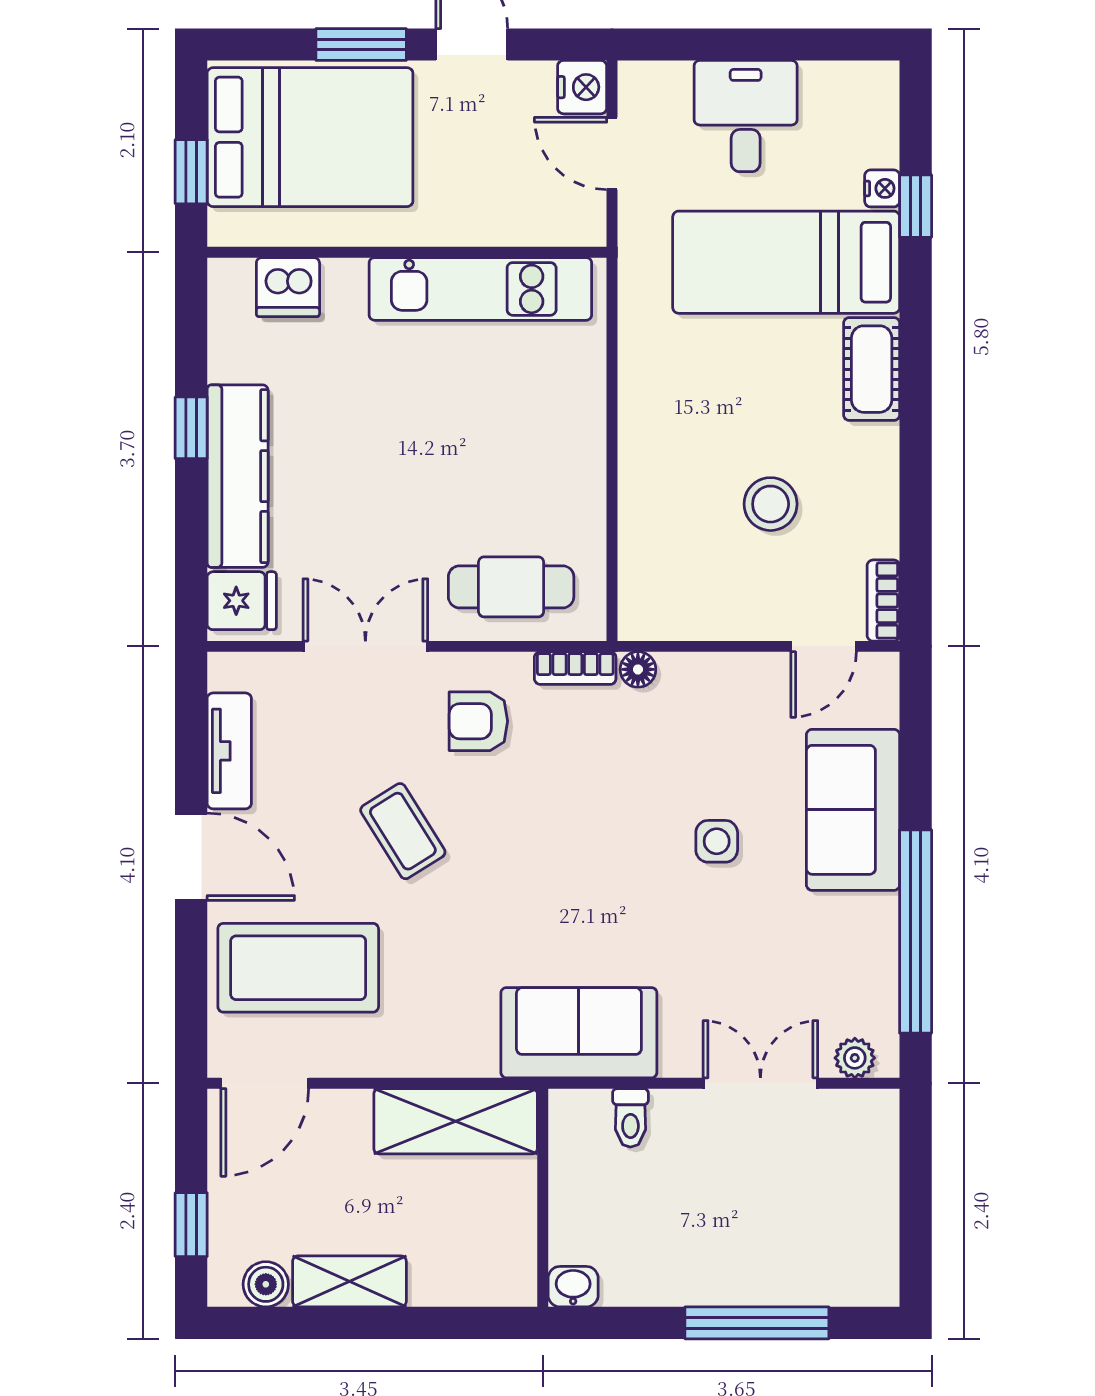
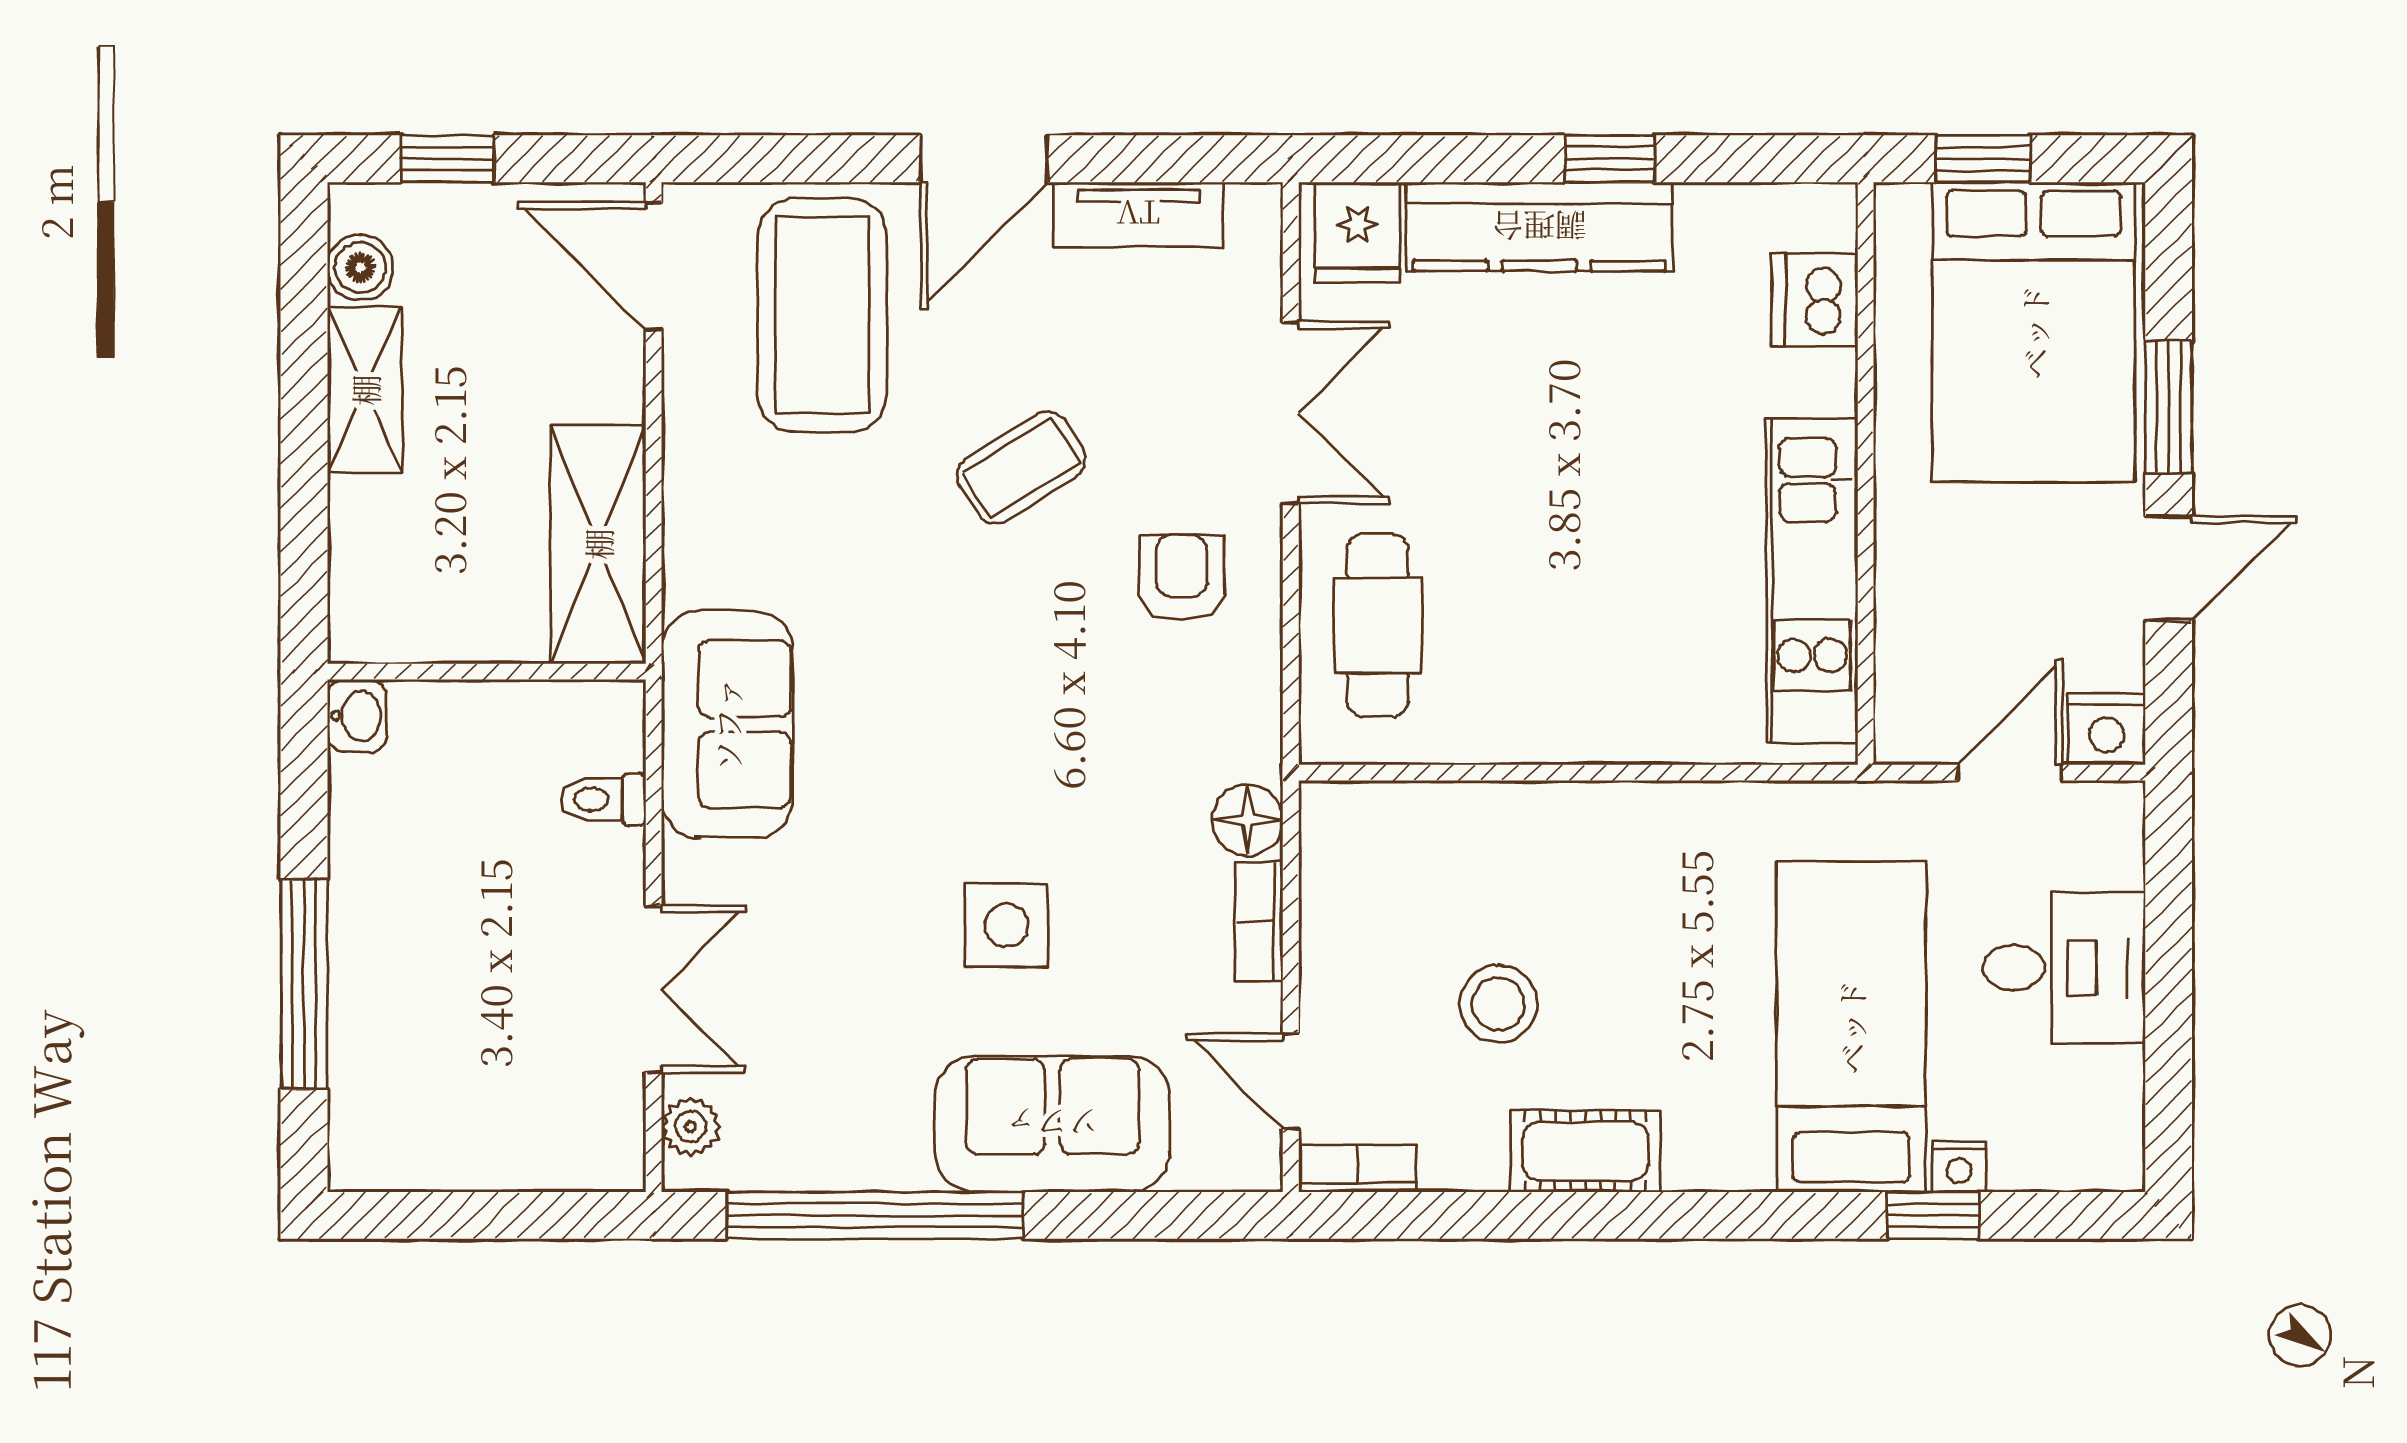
cot: (872, 369) -> (1586, 1151), moved
bookcase: (575, 668) -> (1259, 921), moved
floor lamp: (638, 669) -> (1247, 820), width x1.37, depth x1.37
side table: (717, 841) -> (1007, 925), width x1.37, depth x1.37

